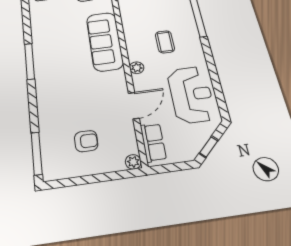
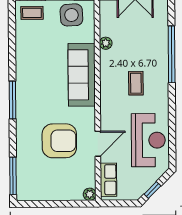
window: (30, 61) -> (13, 100), moved
plant: (137, 68) -> (106, 43), moved
armchair: (86, 141) -> (59, 141), moved, width x1.88, depth x1.88

